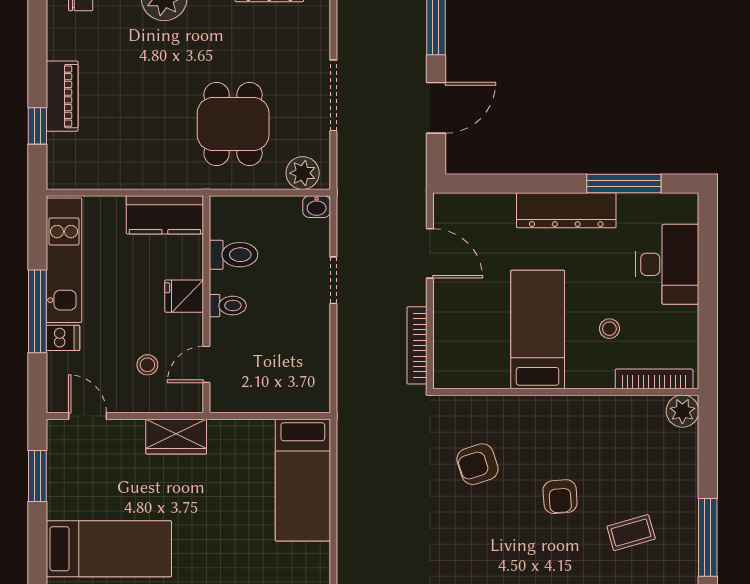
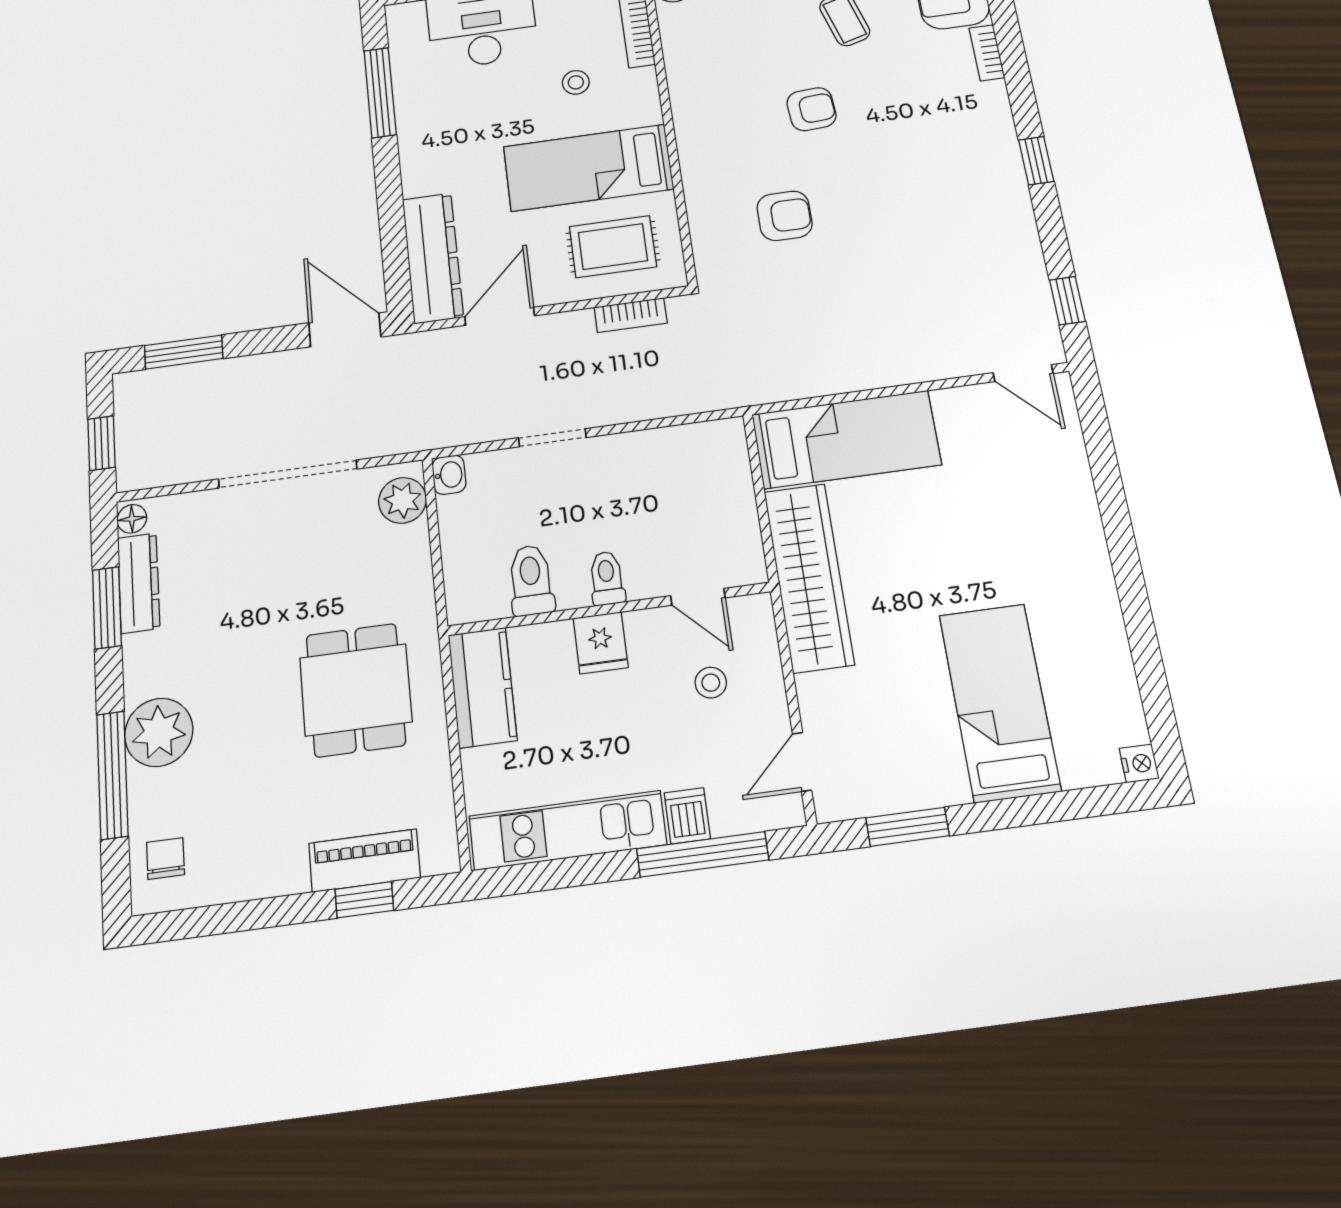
doorway: (333, 95) -> (288, 474), width x1.36
piano: (62, 96) -> (365, 860), moved
door: (436, 108) -> (345, 330), moved
dining table: (233, 124) -> (356, 690), moved, turned 90
dresser: (566, 210) -> (433, 258), moved
window: (37, 311) -> (703, 854), moved
rug: (472, 340) -> (613, 247), added
bookcase: (417, 345) -> (631, 315), width x0.64
wardrobe: (176, 437) -> (809, 577), width x2.10, depth x1.17
armchair: (477, 464) -> (785, 216), turned -72

